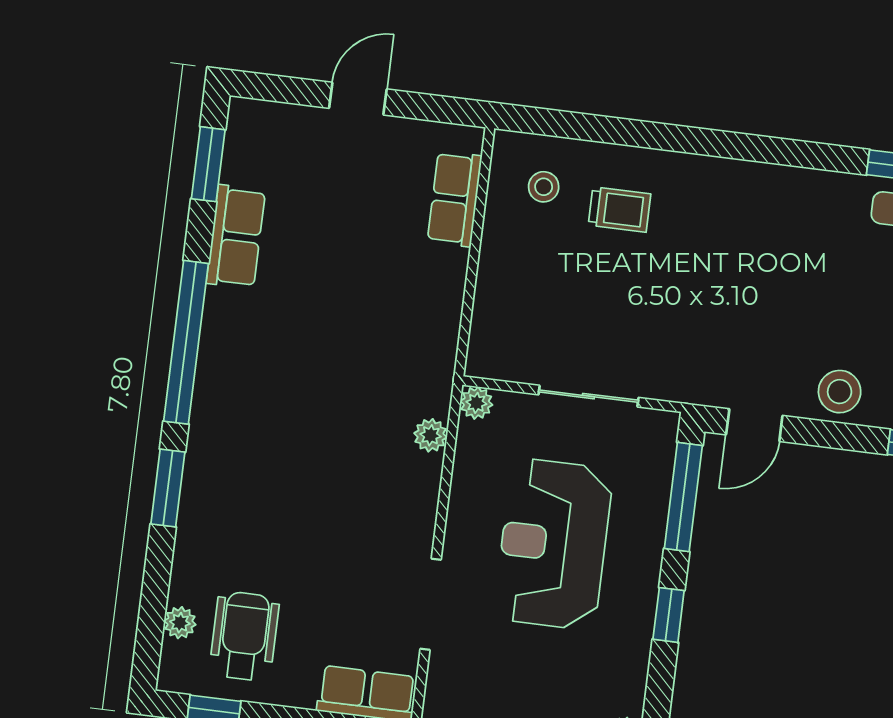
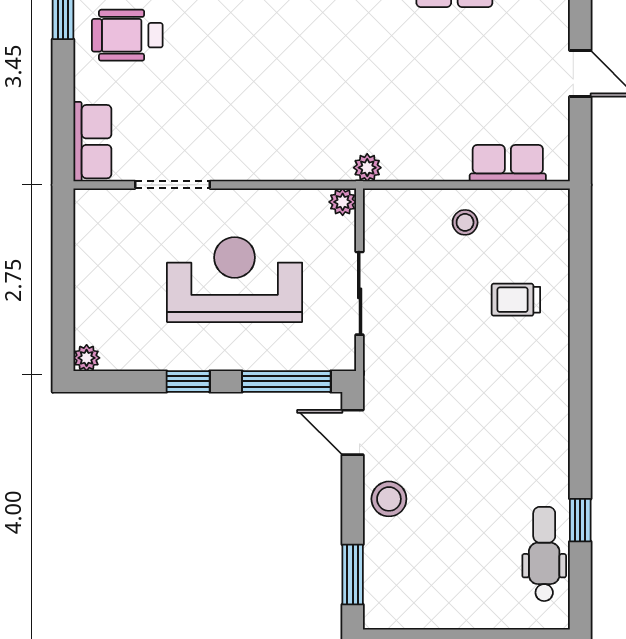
stool: (544, 187) -> (465, 222), moved
trolley: (620, 210) -> (516, 300), turned 90
plant: (431, 435) -> (367, 168), moved
wheelchair: (244, 636) -> (127, 35), turned 180

